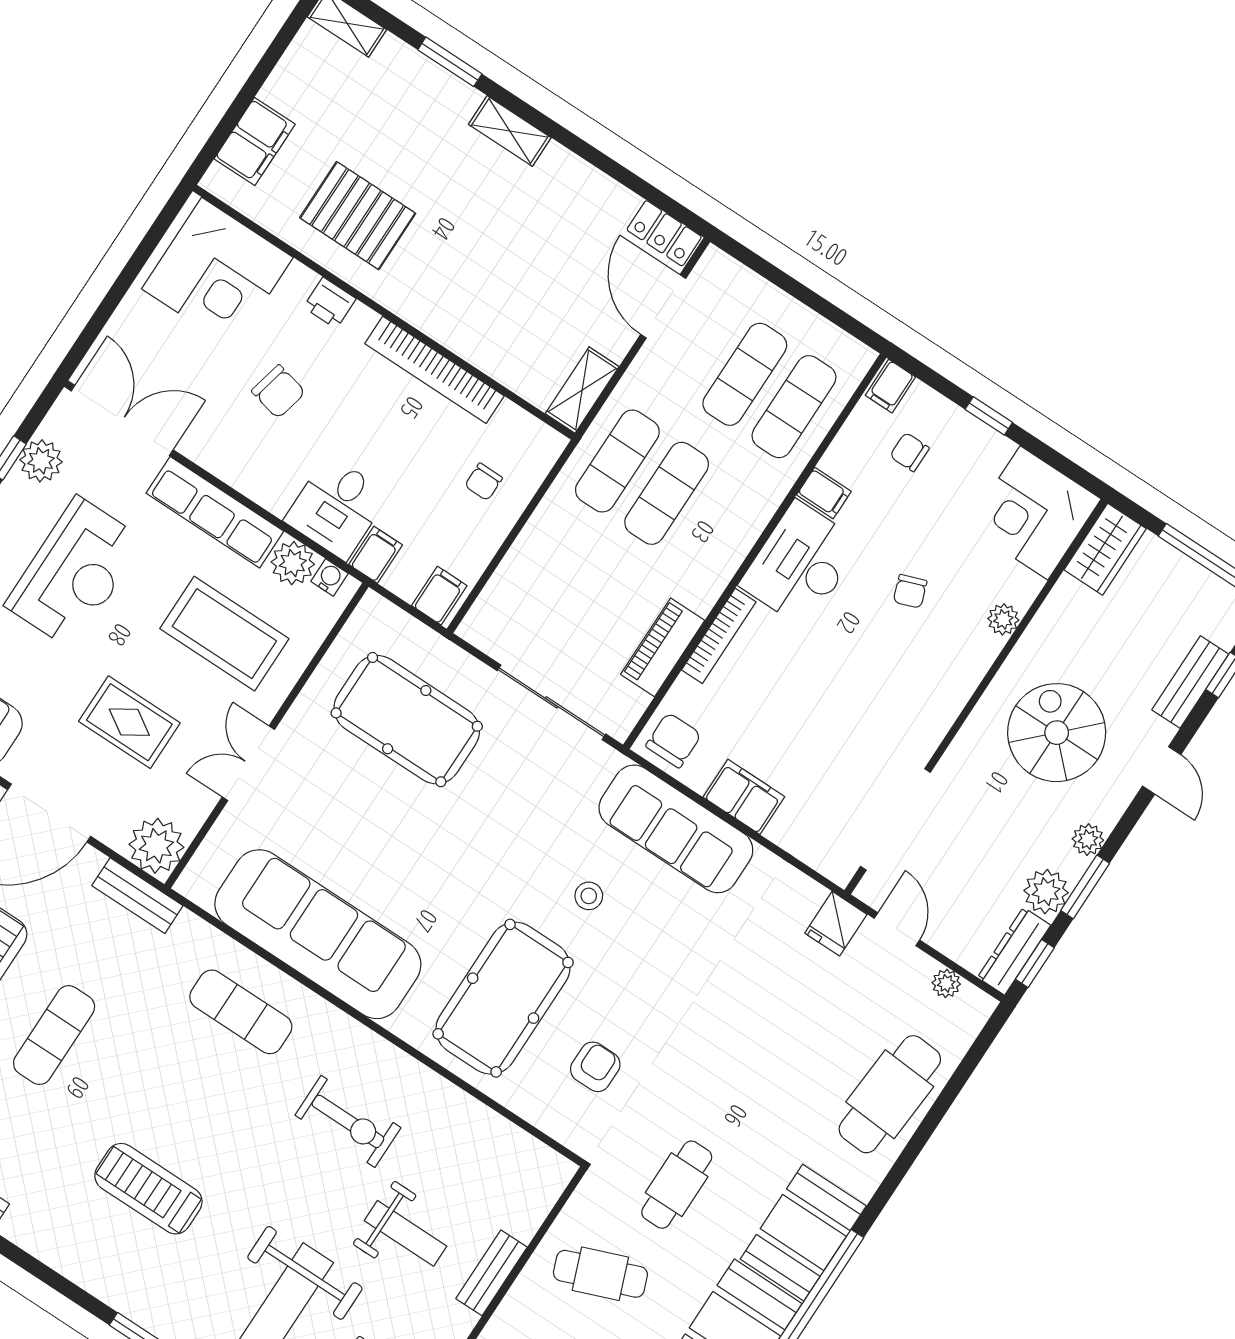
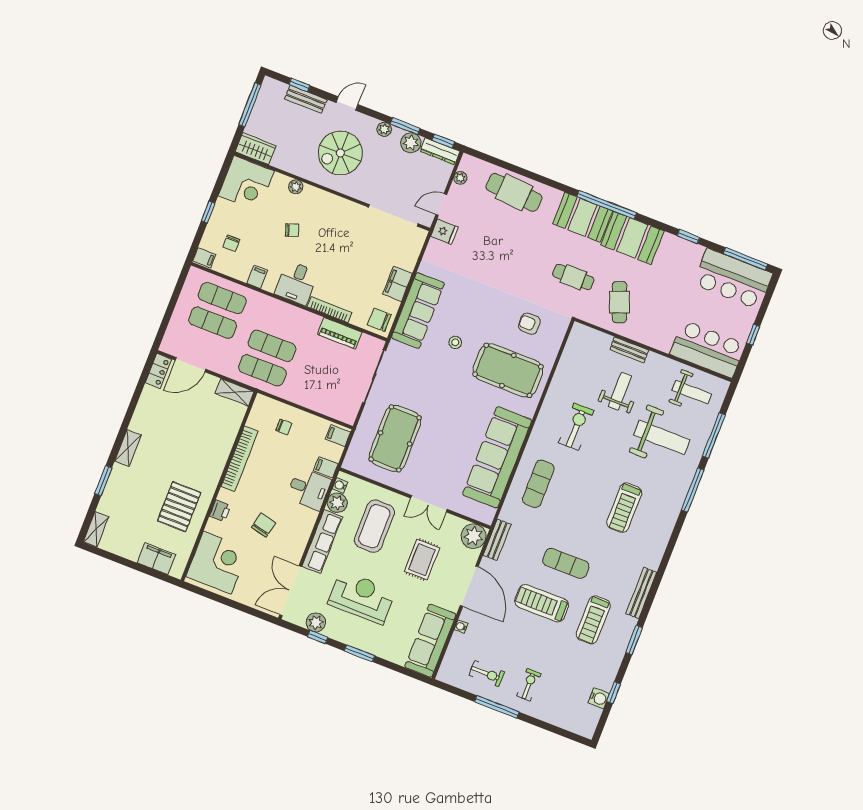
desk: (800, 564) -> (296, 283), width x0.73

